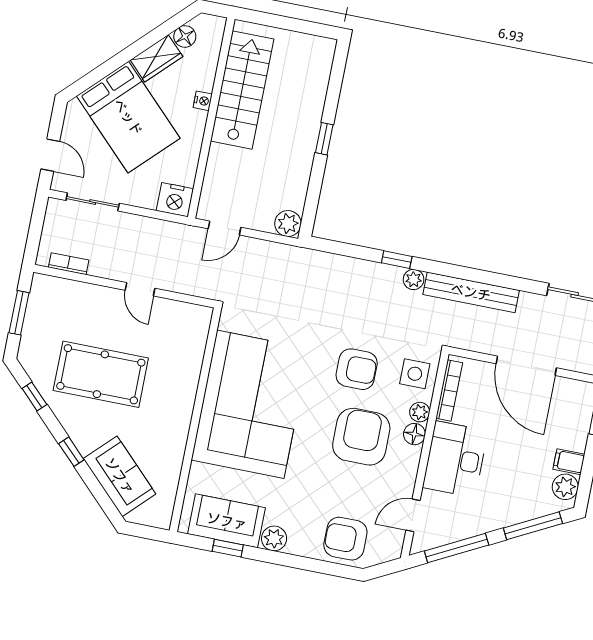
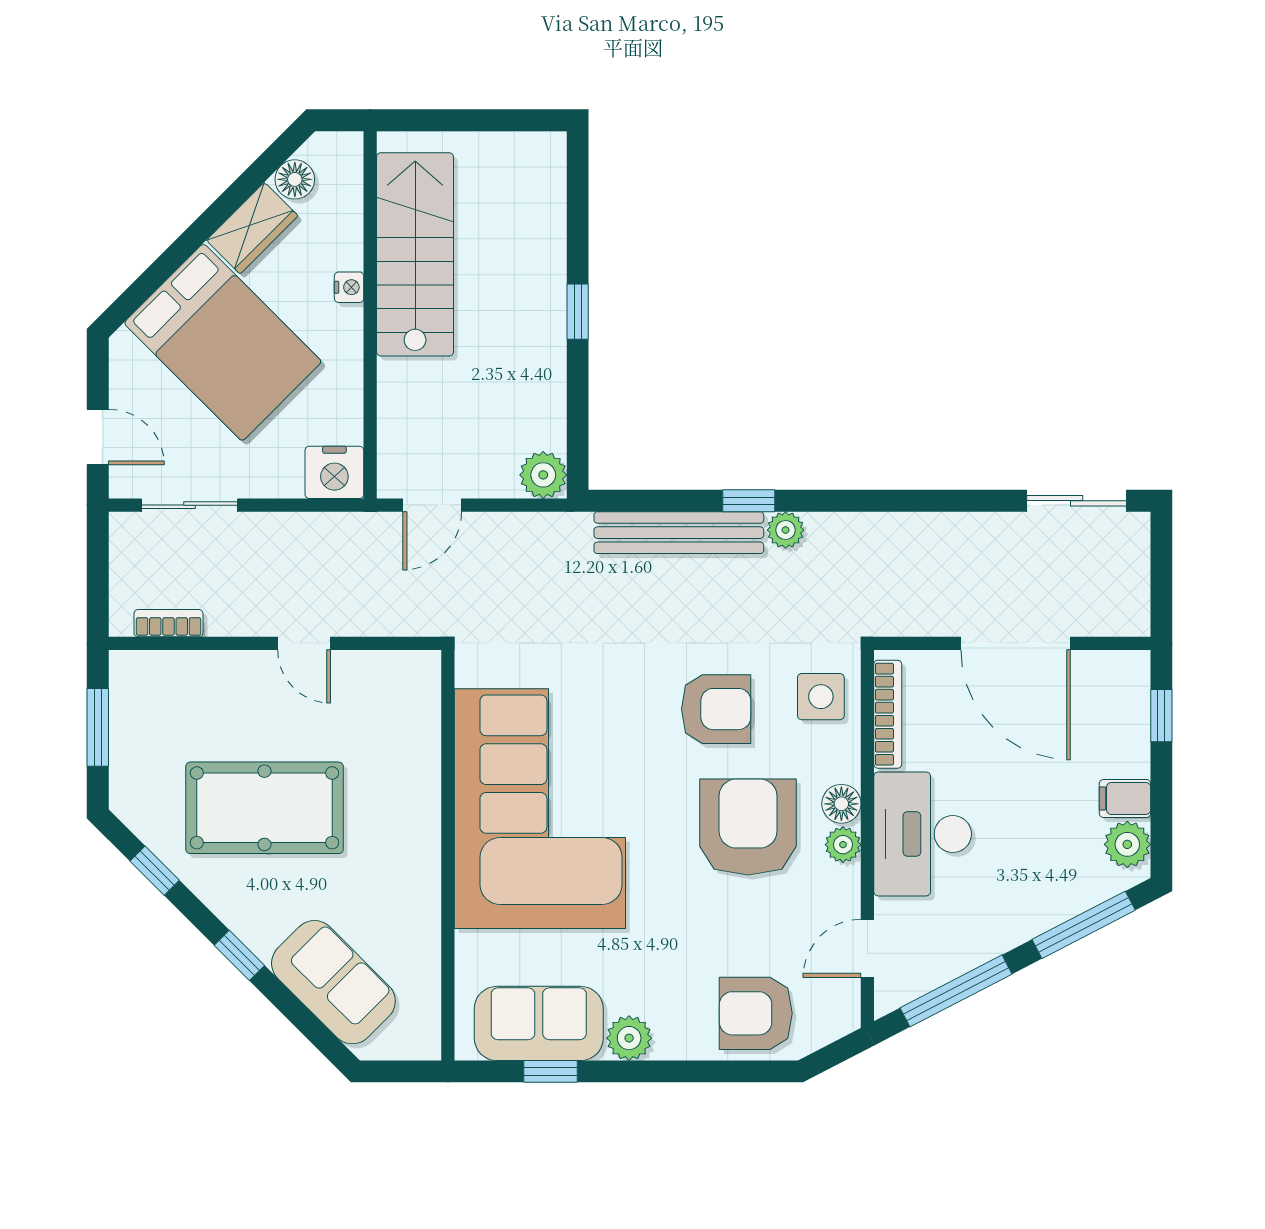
bench: (471, 292) -> (679, 533), moved
plant: (420, 412) -> (843, 845), moved

